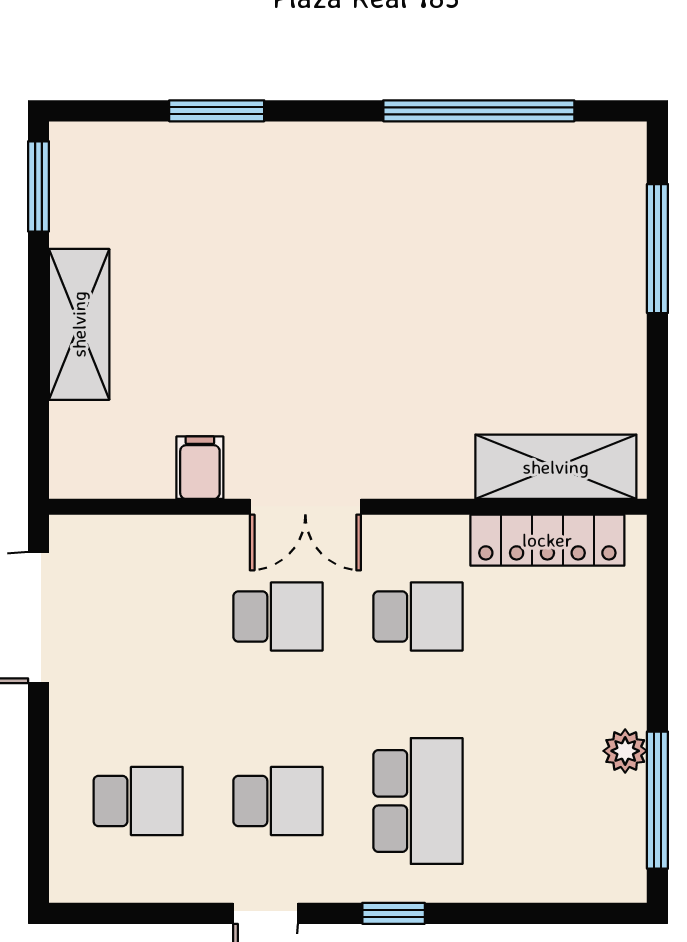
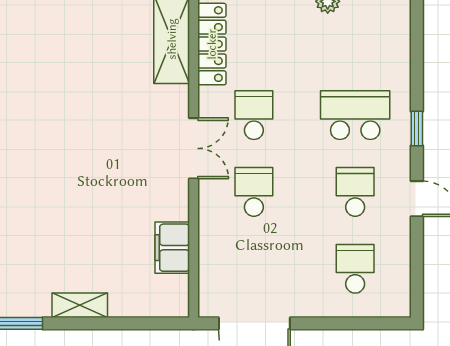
shelving: (79, 324) -> (80, 305), width x0.67, depth x0.75
filing cabinet: (200, 468) -> (172, 248), width x2.00
double door: (305, 507) -> (194, 148), moved

